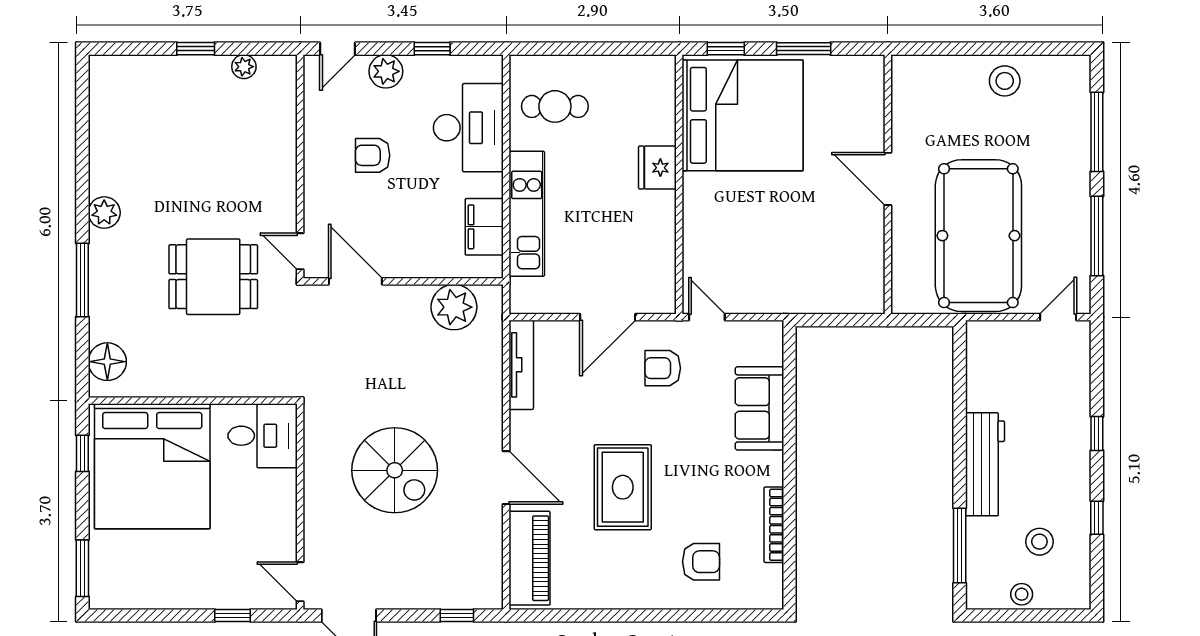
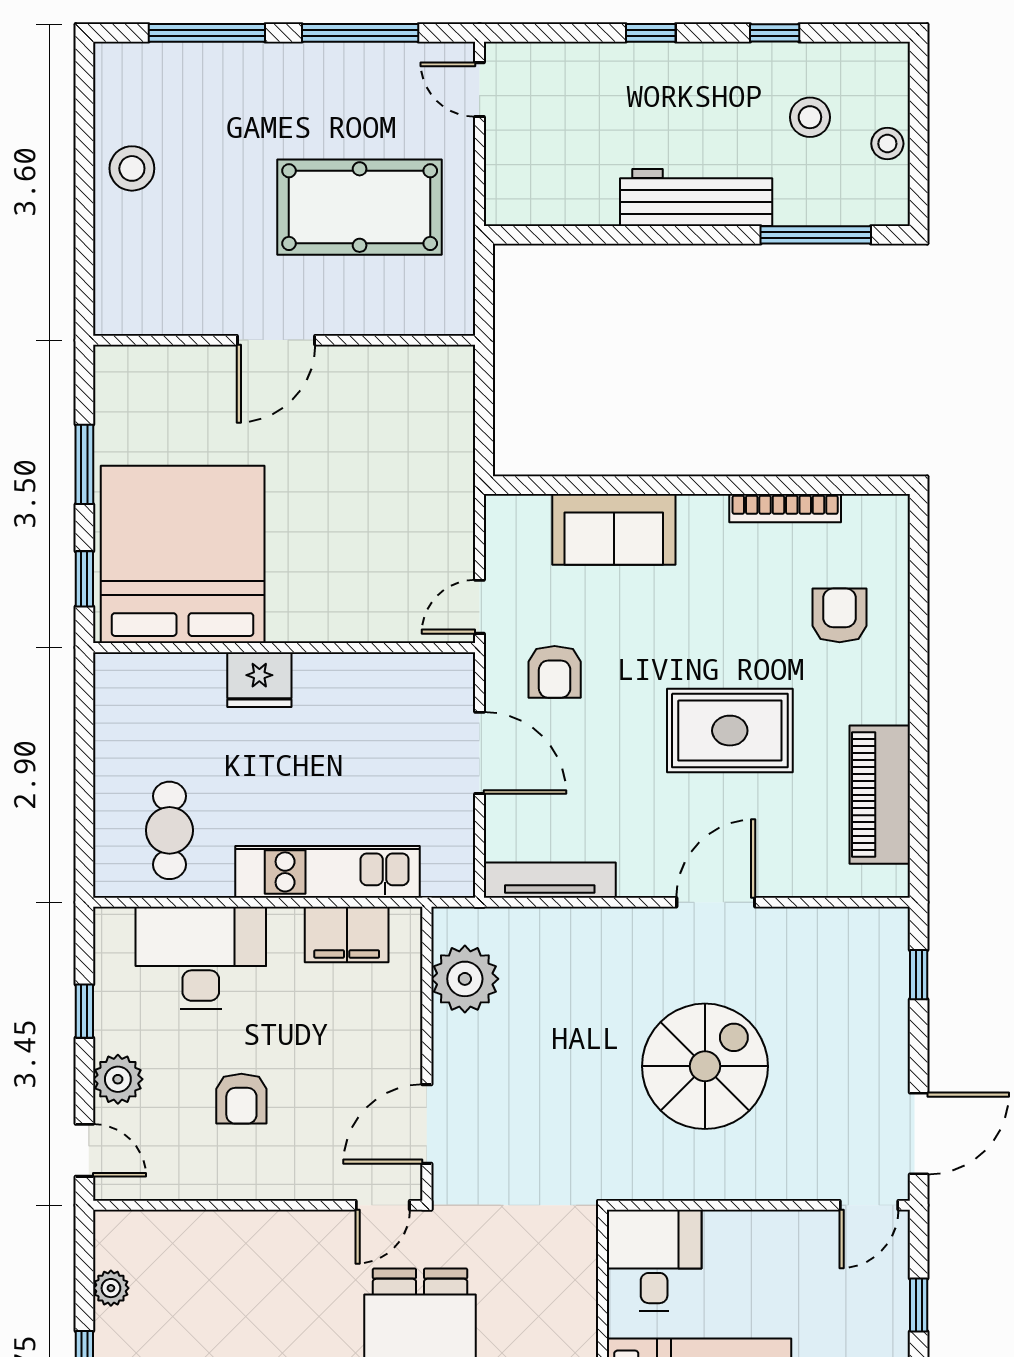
pool table: (978, 236) -> (360, 207), width x0.73, depth x0.76
piano: (529, 558) -> (880, 795), moved, turned -90

